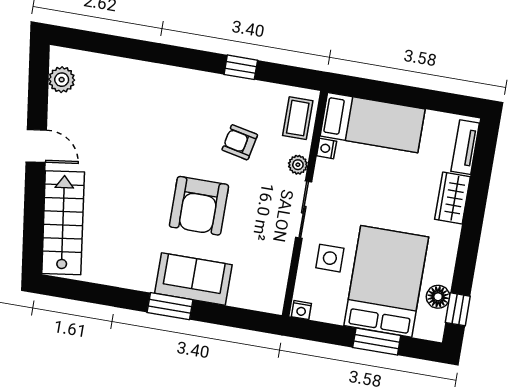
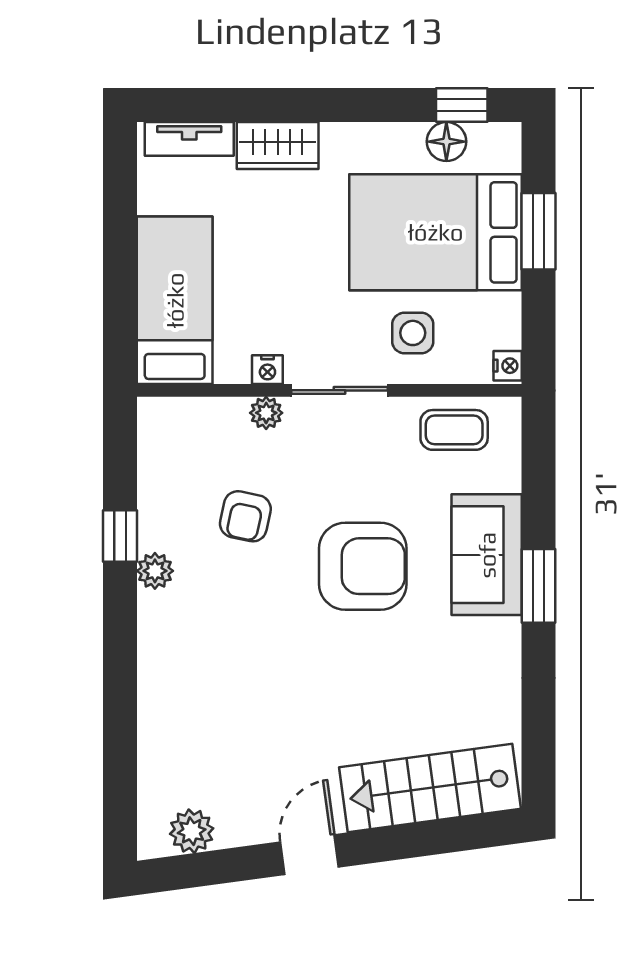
plant: (217, 84) -> (155, 571), added
coffee table: (298, 118) -> (454, 430), moved
nightstand: (327, 149) -> (267, 370), moved

